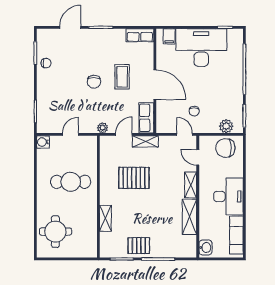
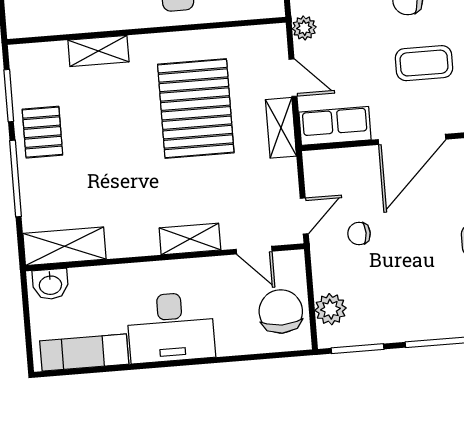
door: (198, 157) -> (254, 250), swing flipped
pallet: (134, 178) -> (196, 109), width x1.37, depth x1.41
shelving: (189, 217) -> (64, 246), moved

